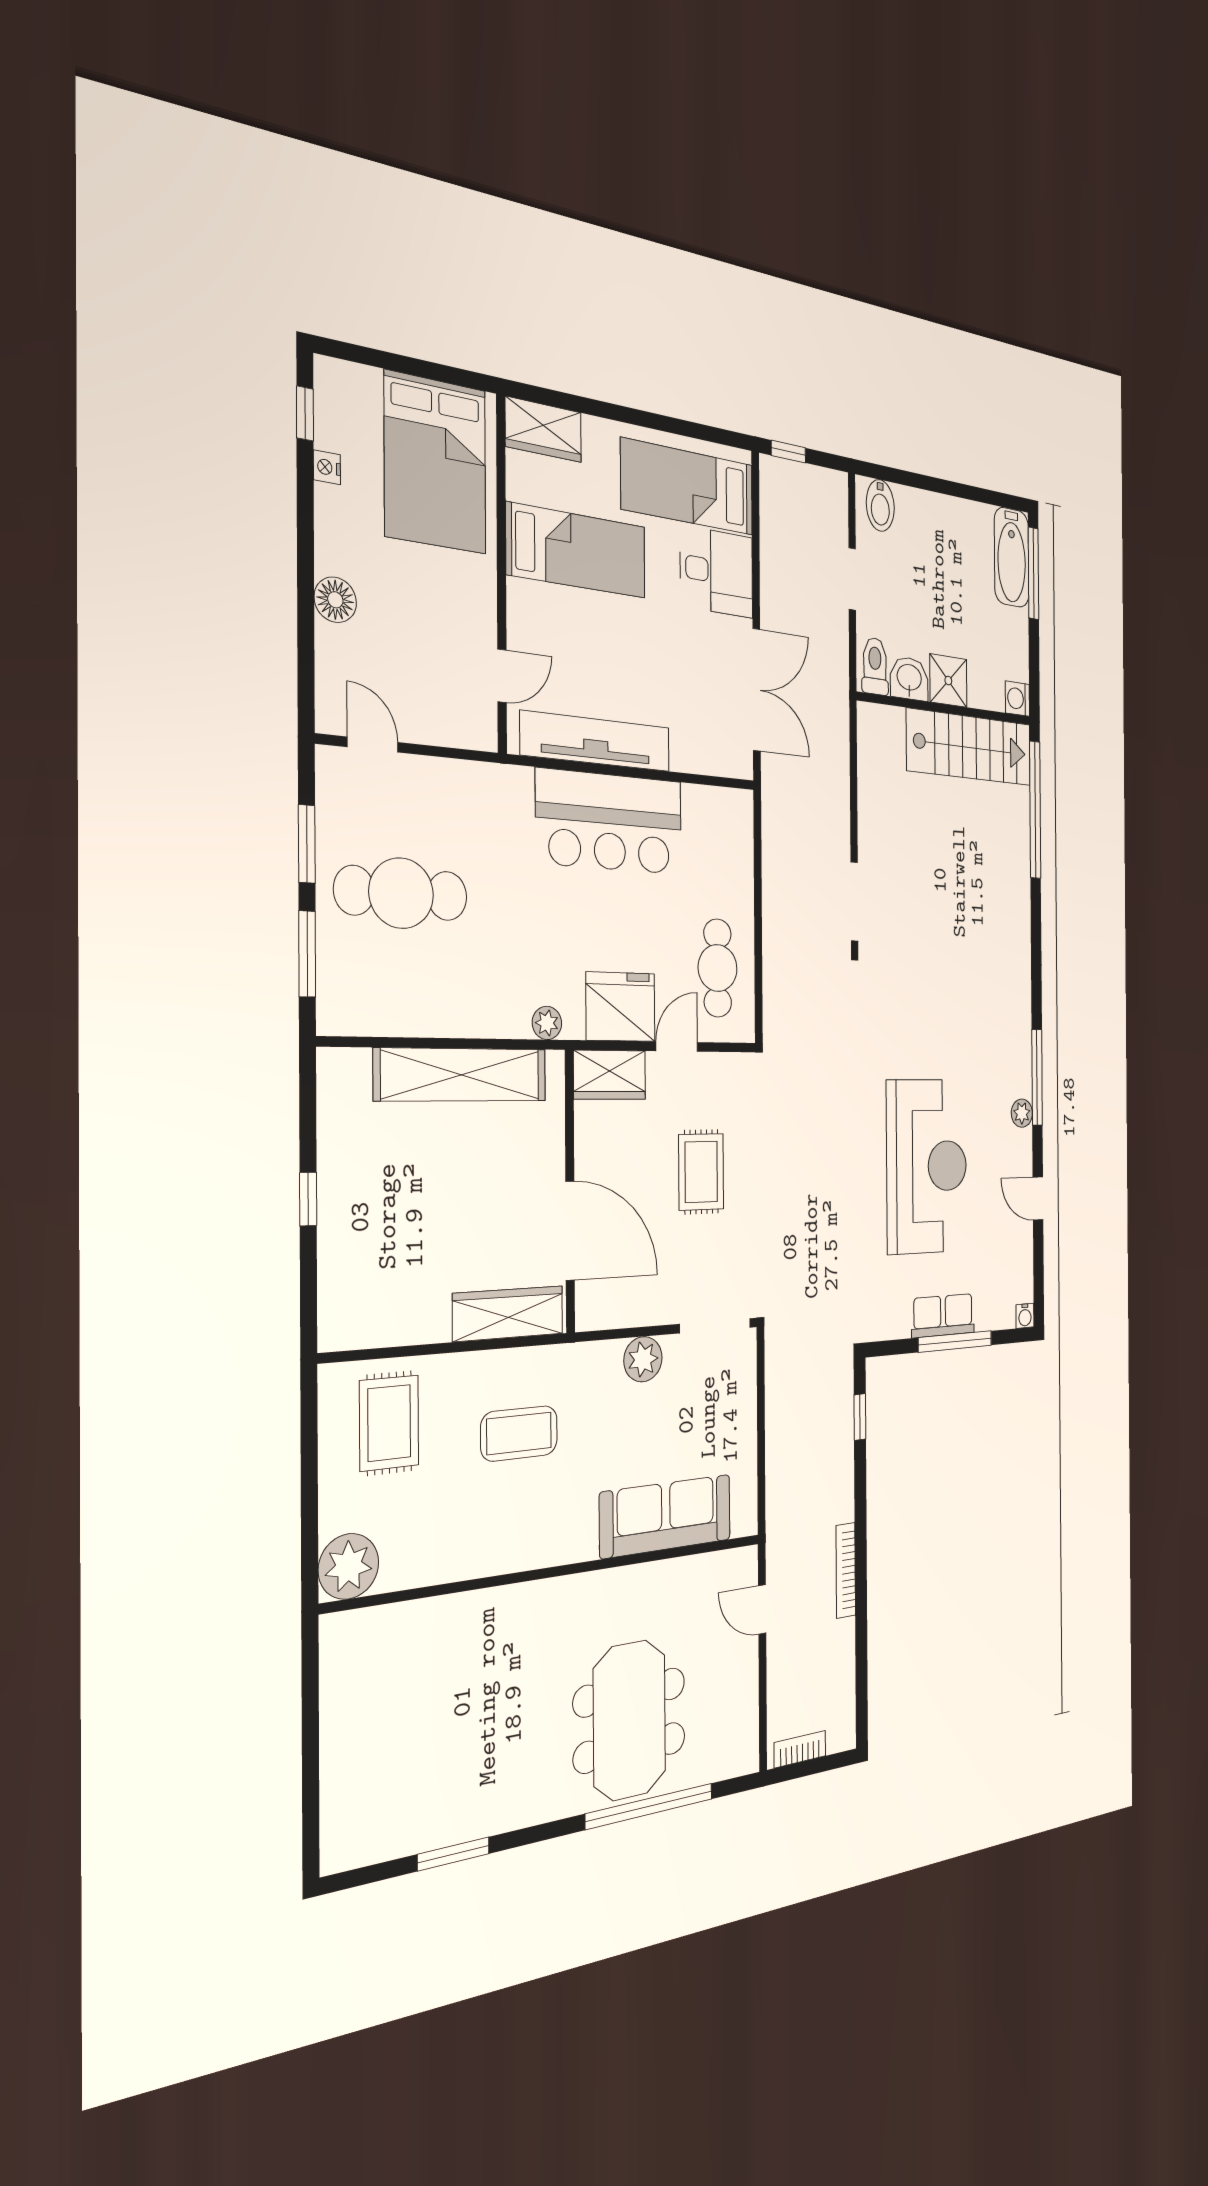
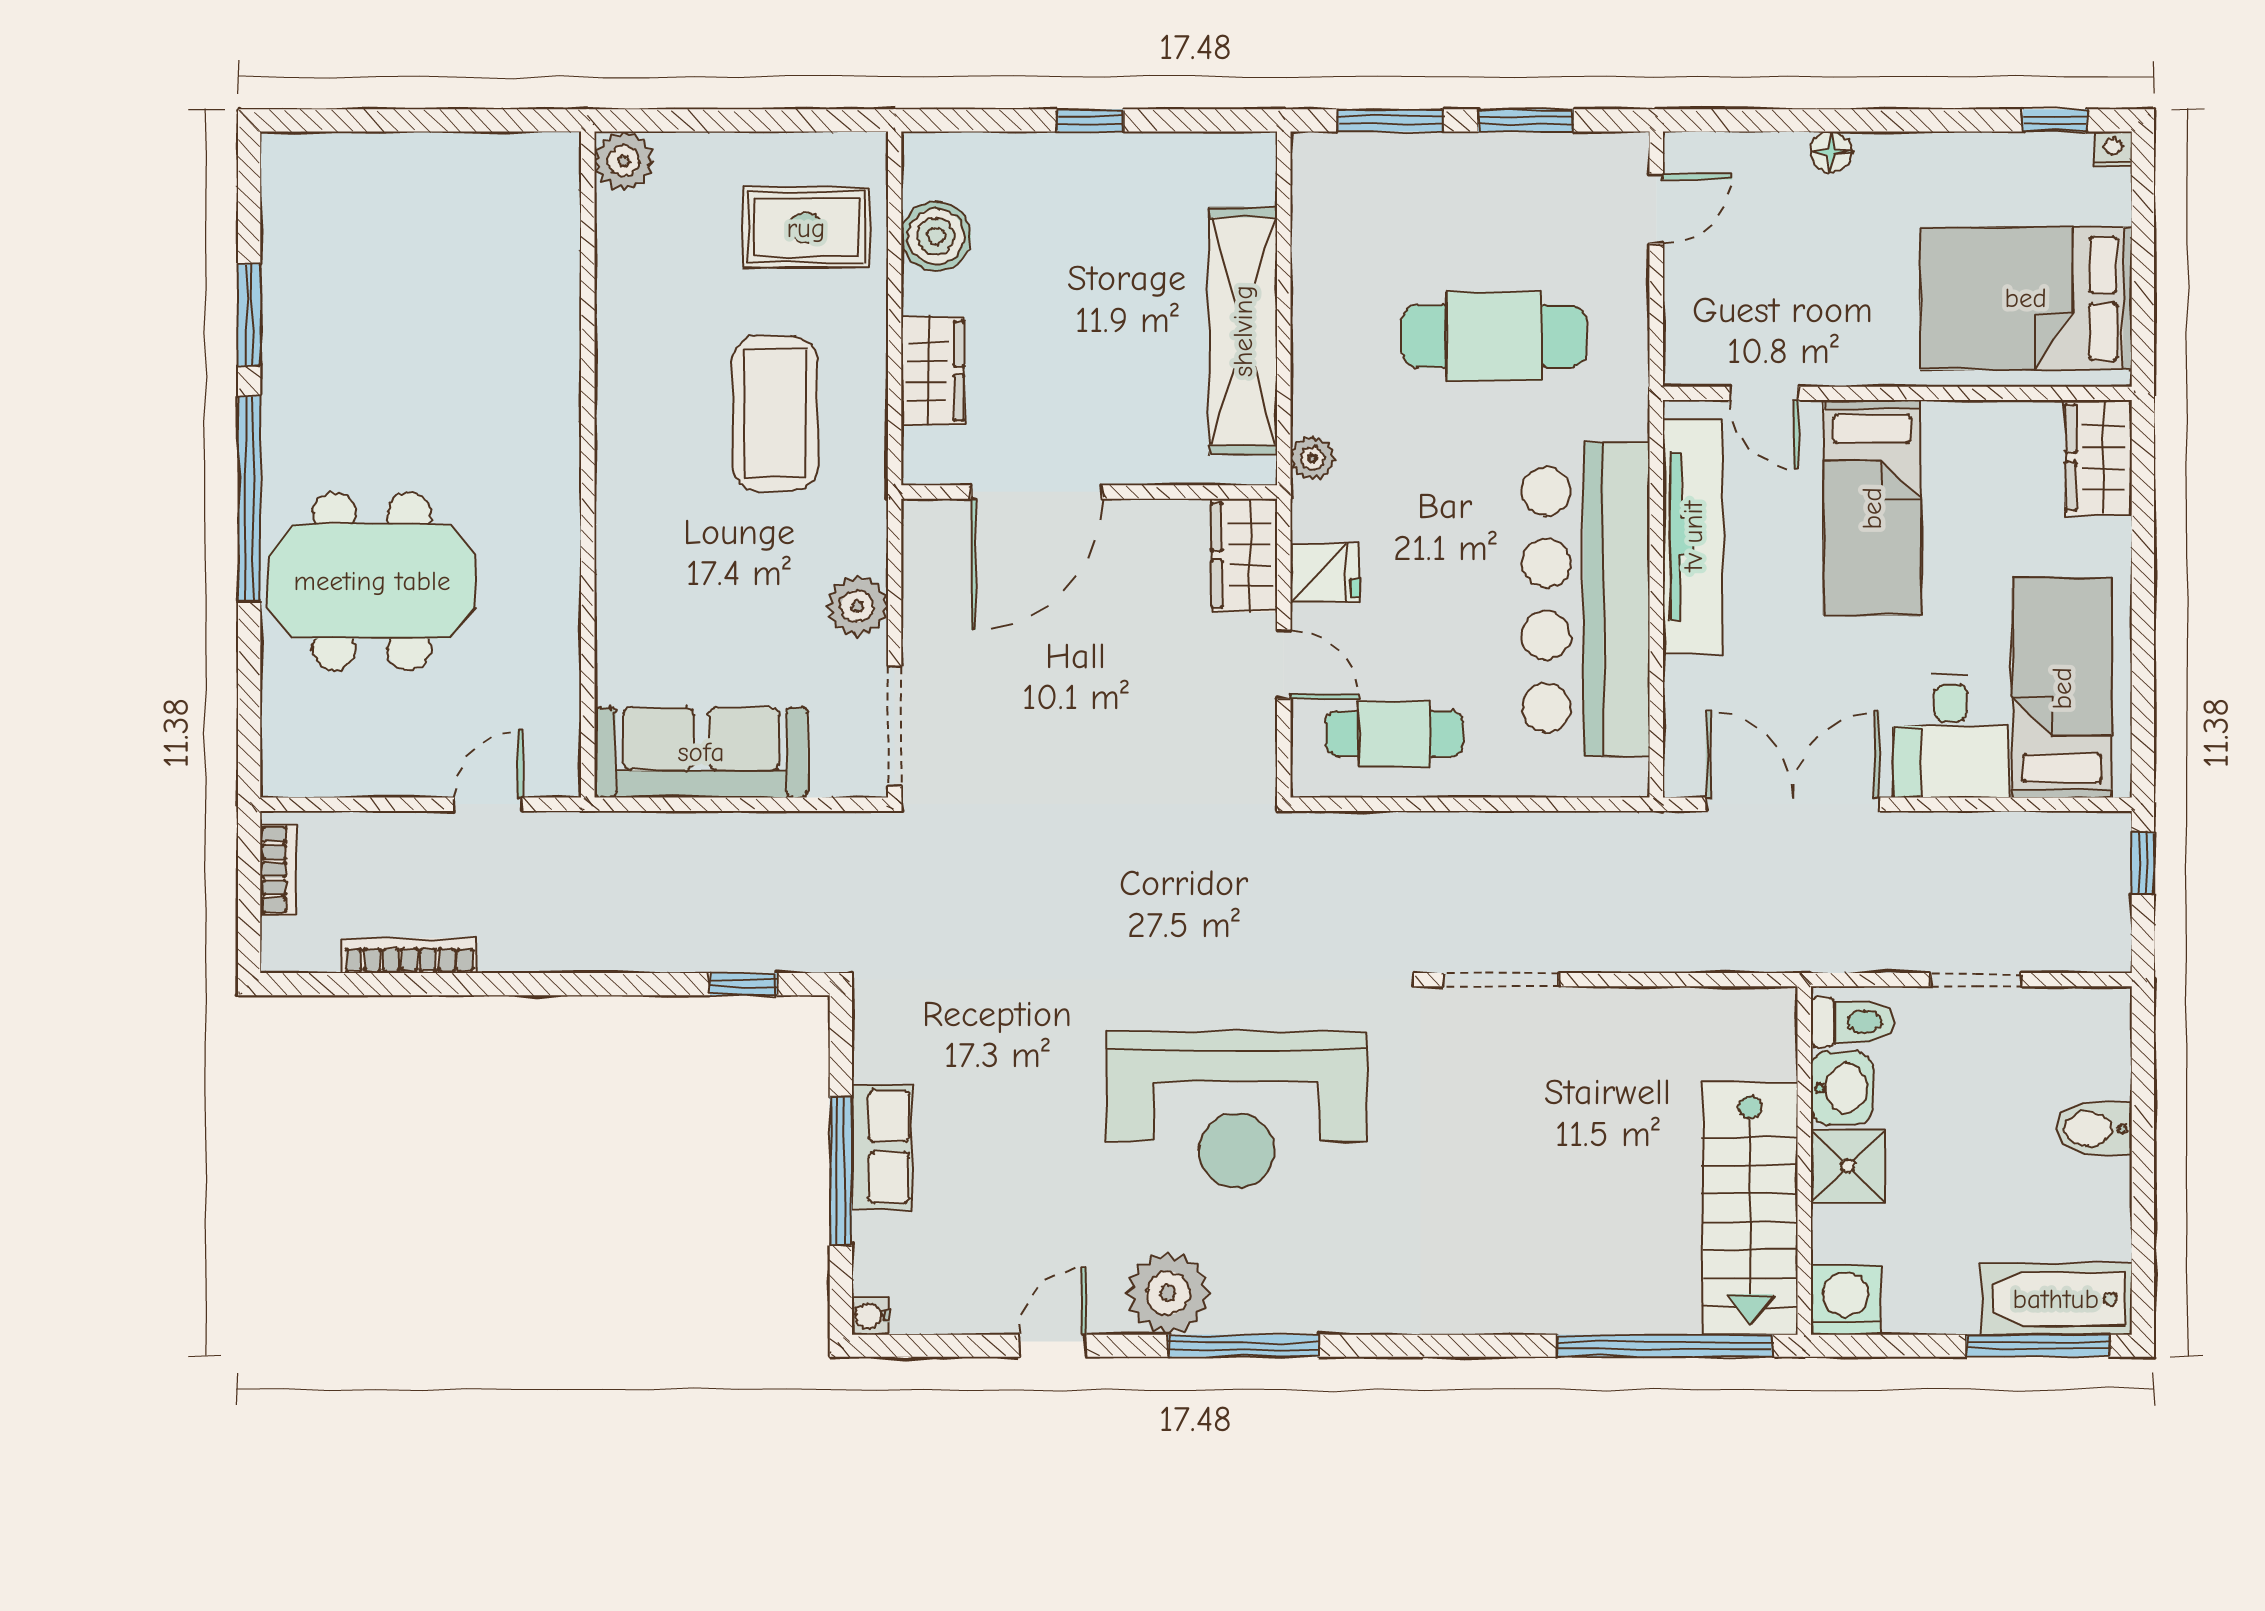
nightstand: (327, 467) -> (2113, 149), moved
bidet: (880, 505) -> (2094, 1129), moved
bed: (577, 551) -> (1872, 508), moved
floor lamp: (335, 600) -> (1831, 152), width x0.73, depth x0.73
double door: (757, 690) -> (1793, 804), swing flipped
washing machine: (1017, 699) -> (1846, 1300), width x1.38, depth x1.38
bar counter: (610, 822) -> (1586, 599), width x1.36
cafe table: (401, 893) -> (1494, 336), moved, turned 90
fridge: (621, 1007) -> (1325, 573), width x0.53, depth x0.75
plant: (1022, 1113) -> (1168, 1293), width x1.88, depth x1.88
reception desk: (927, 1166) -> (1237, 1110), moved
rug: (701, 1172) -> (1110, 704), removed
wardrobe: (508, 1314) -> (933, 371), width x0.67
boiler: (395, 1319) -> (936, 237), added
coffee table: (519, 1433) -> (775, 413), width x1.36, depth x1.32
sofa: (666, 1516) -> (701, 752), moved, turned -90
plant: (349, 1566) -> (624, 161), width x0.73, depth x0.73
bookcase: (846, 1570) -> (410, 956), moved
window: (650, 1806) -> (249, 499), moved

